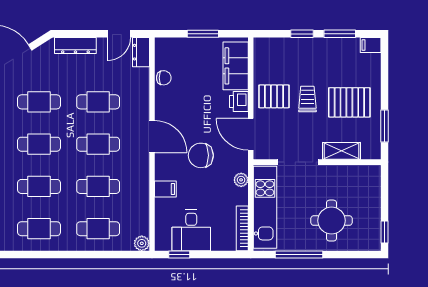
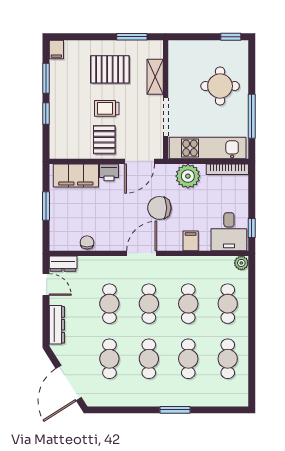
pallet: (349, 102) -> (110, 69), turned 90
chair: (201, 155) -> (159, 208), turned 90
plant: (241, 180) -> (188, 176), width x1.87, depth x1.87
desk: (191, 230) -> (229, 232), moved, turned 90

